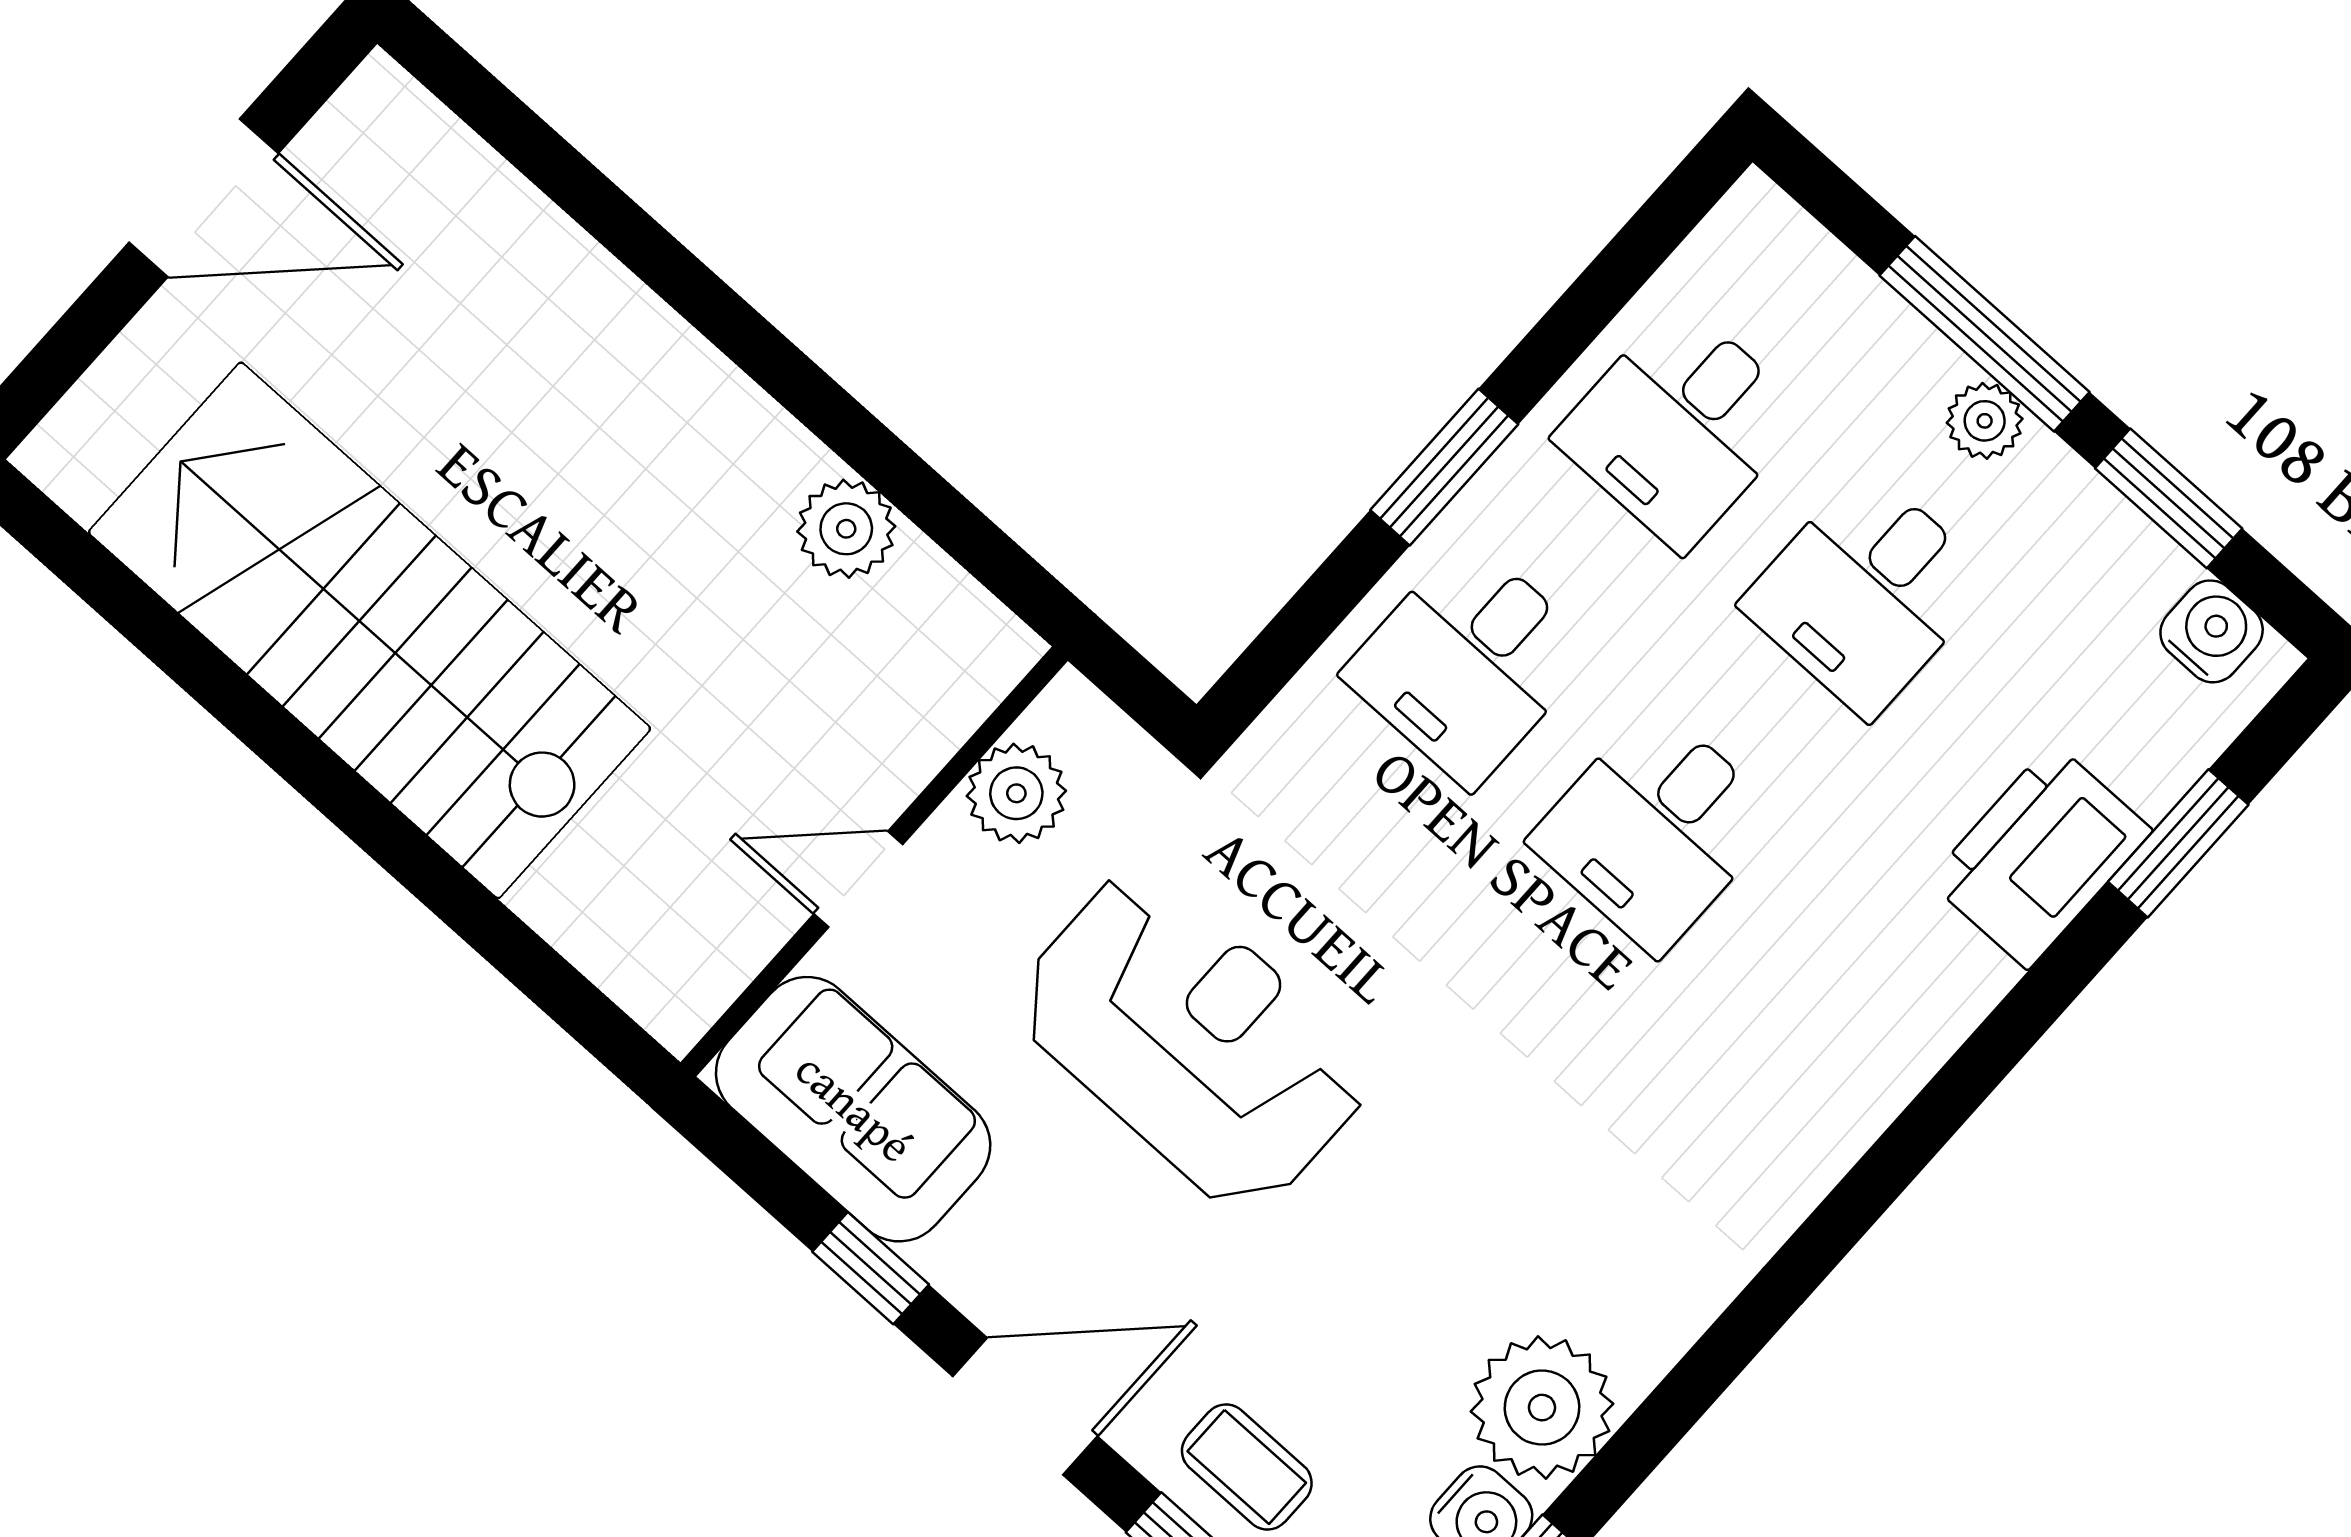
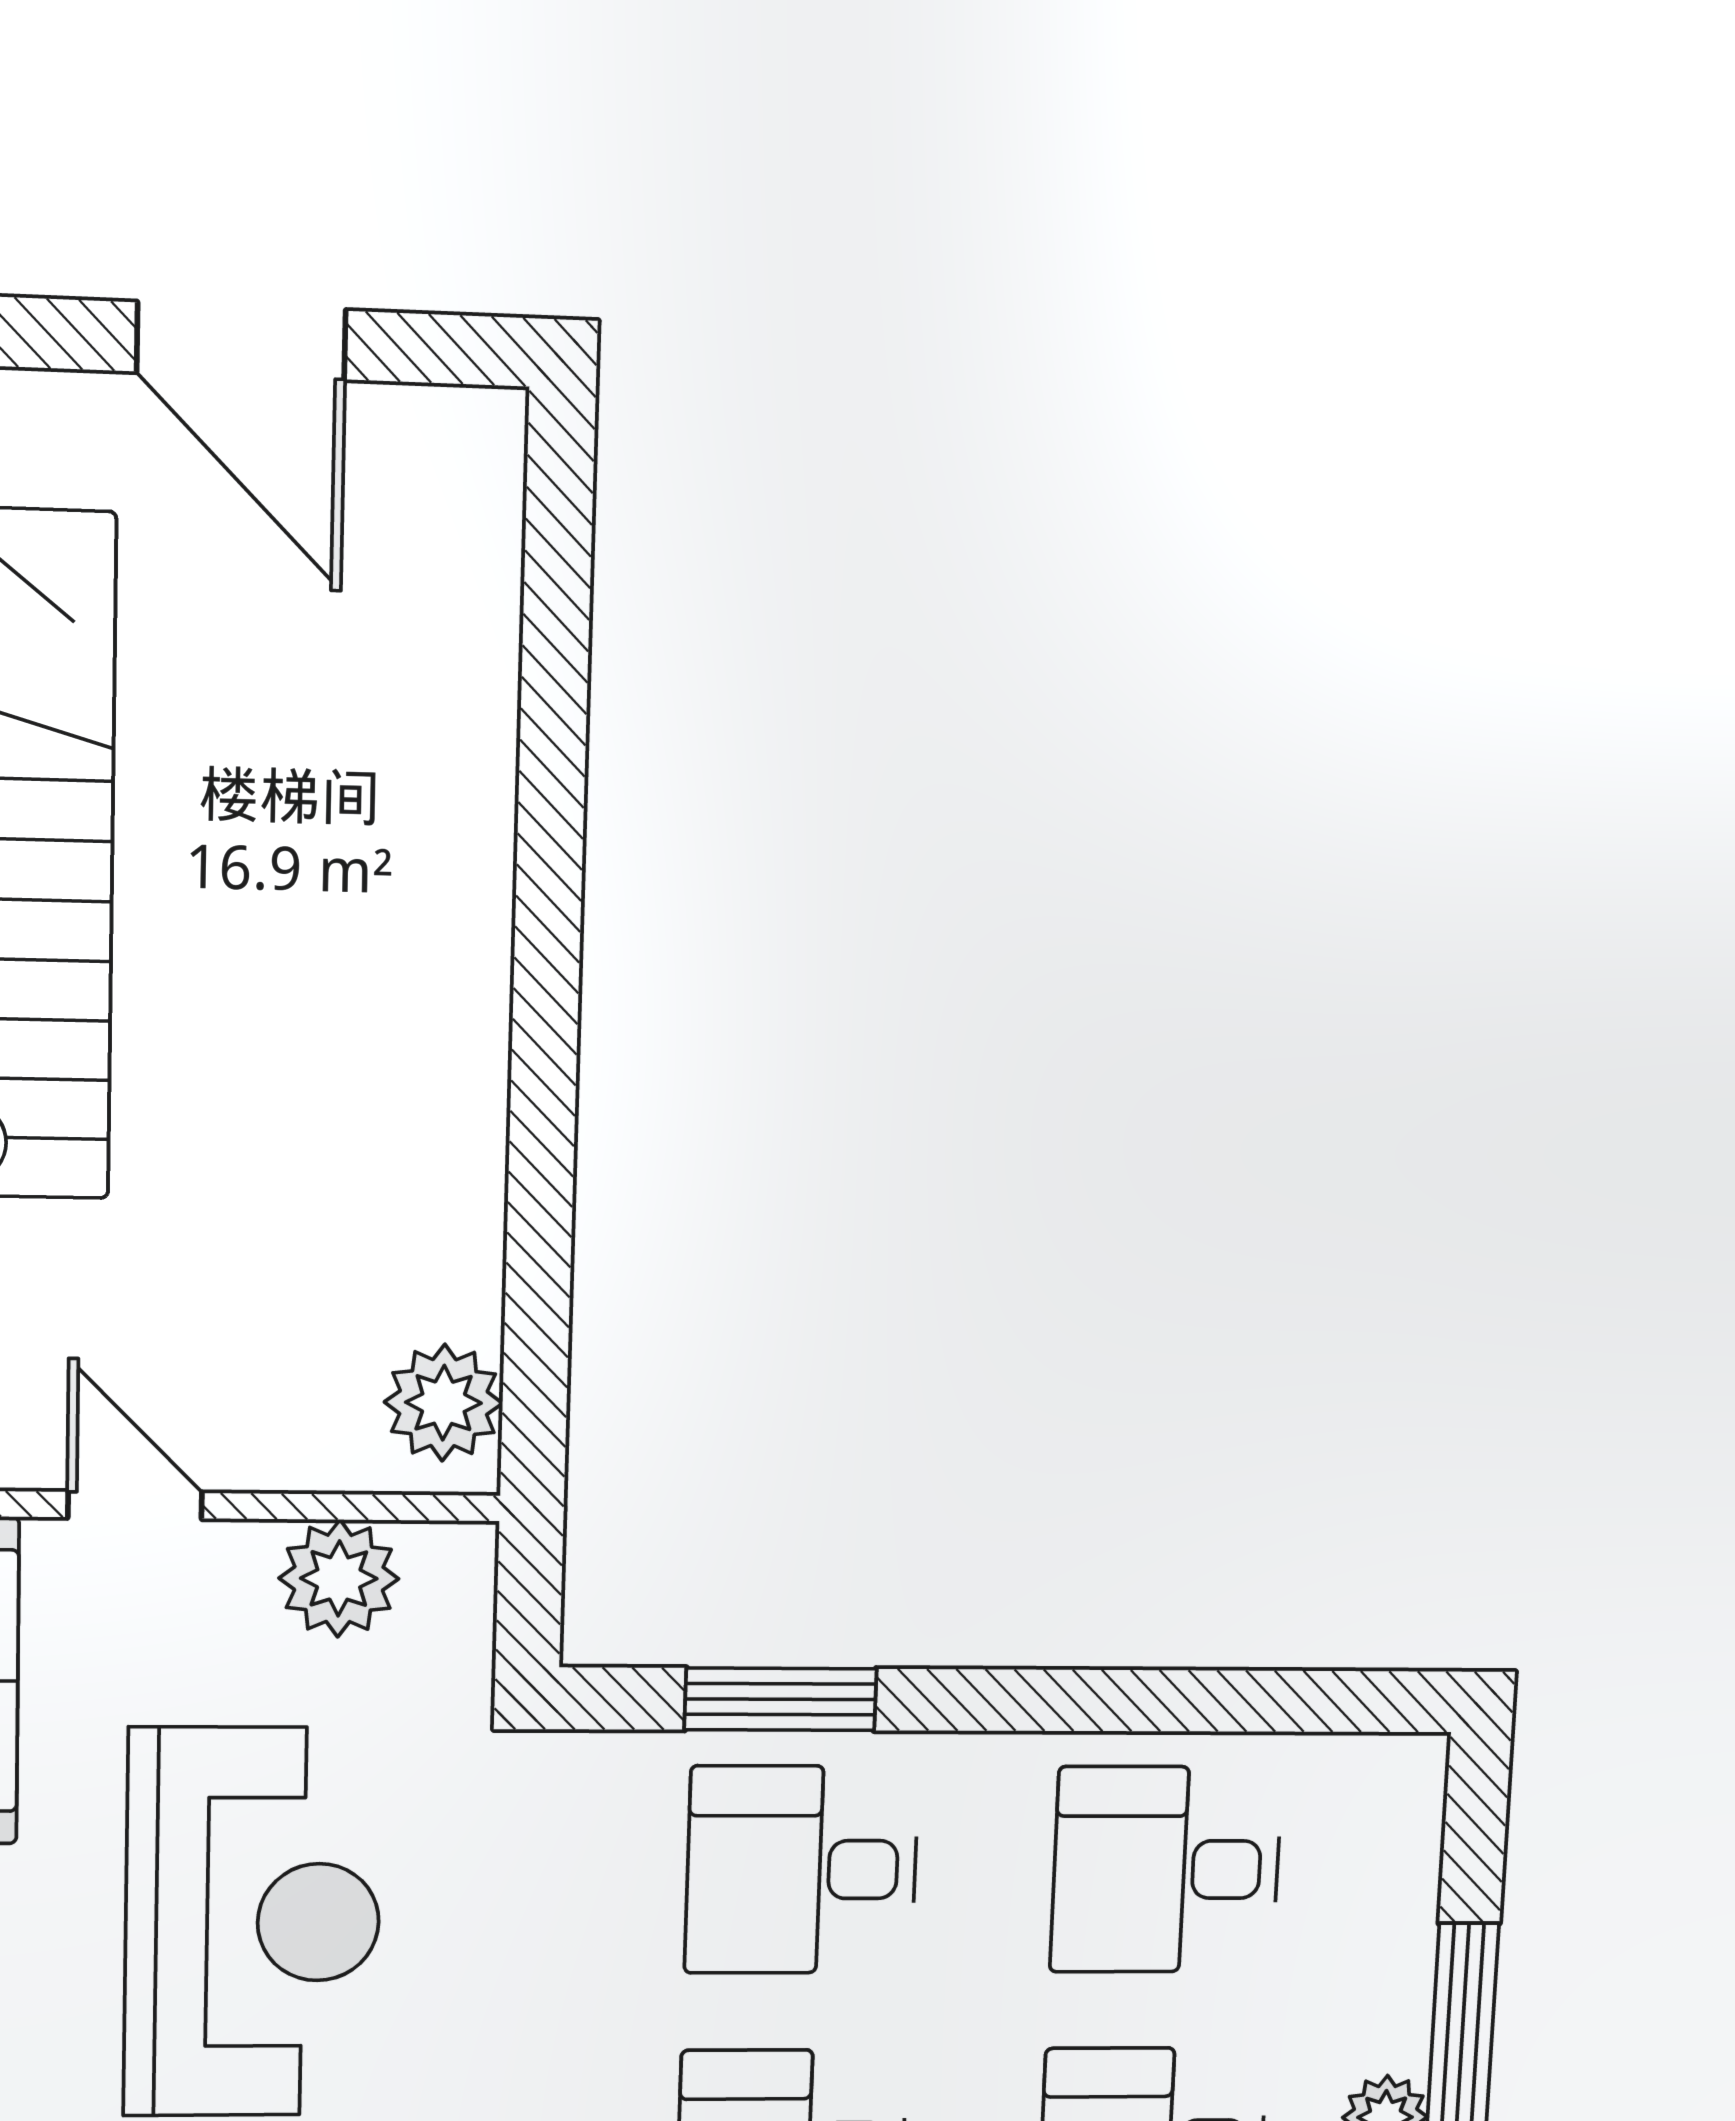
window: (1444, 467) -> (781, 1699), moved
plant: (846, 529) -> (443, 1403), moved

